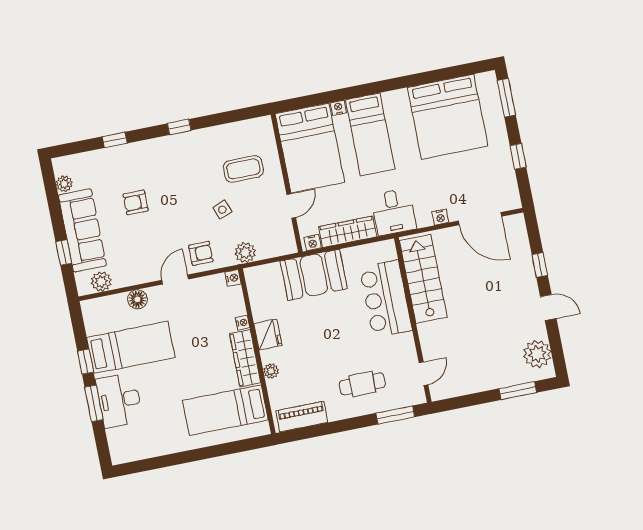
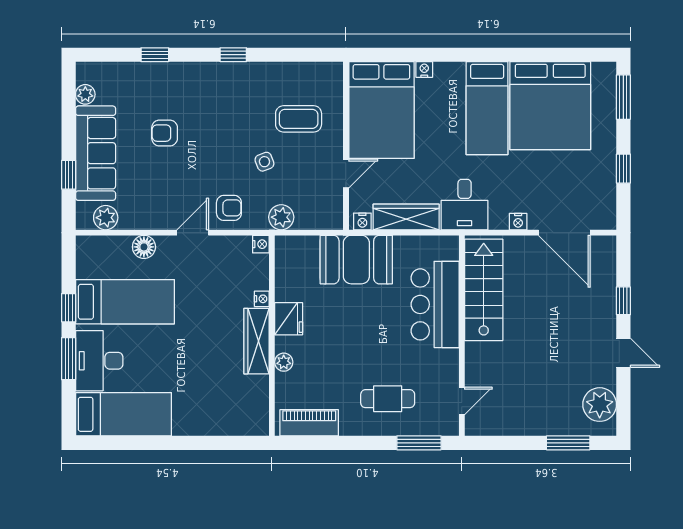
bed: (370, 134) -> (487, 108), moved
bed: (225, 410) -> (123, 414), moved, turned 180

